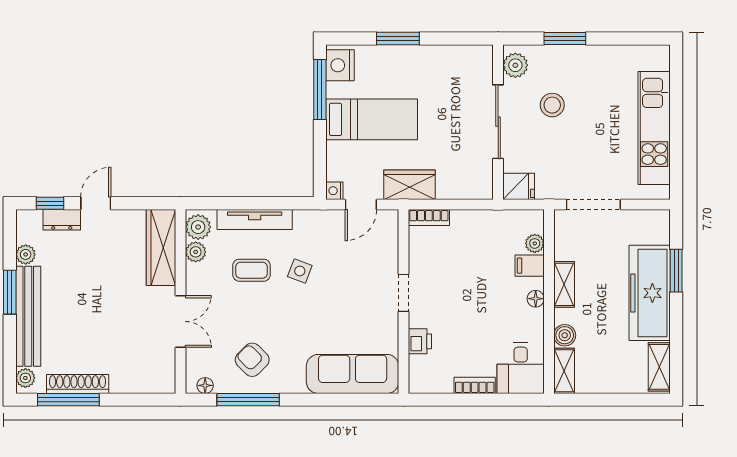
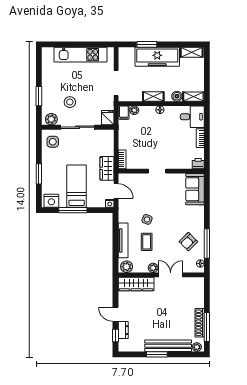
side table: (467, 68) -> (53, 142), added
window: (320, 89) -> (73, 210), moved
plant: (196, 252) -> (153, 268), moved
plant: (26, 254) -> (139, 347), removed
filing cabinet: (530, 266) -> (124, 113), moved
printer: (420, 341) -> (198, 164), moved
sofa: (353, 374) -> (195, 189), width x0.73

